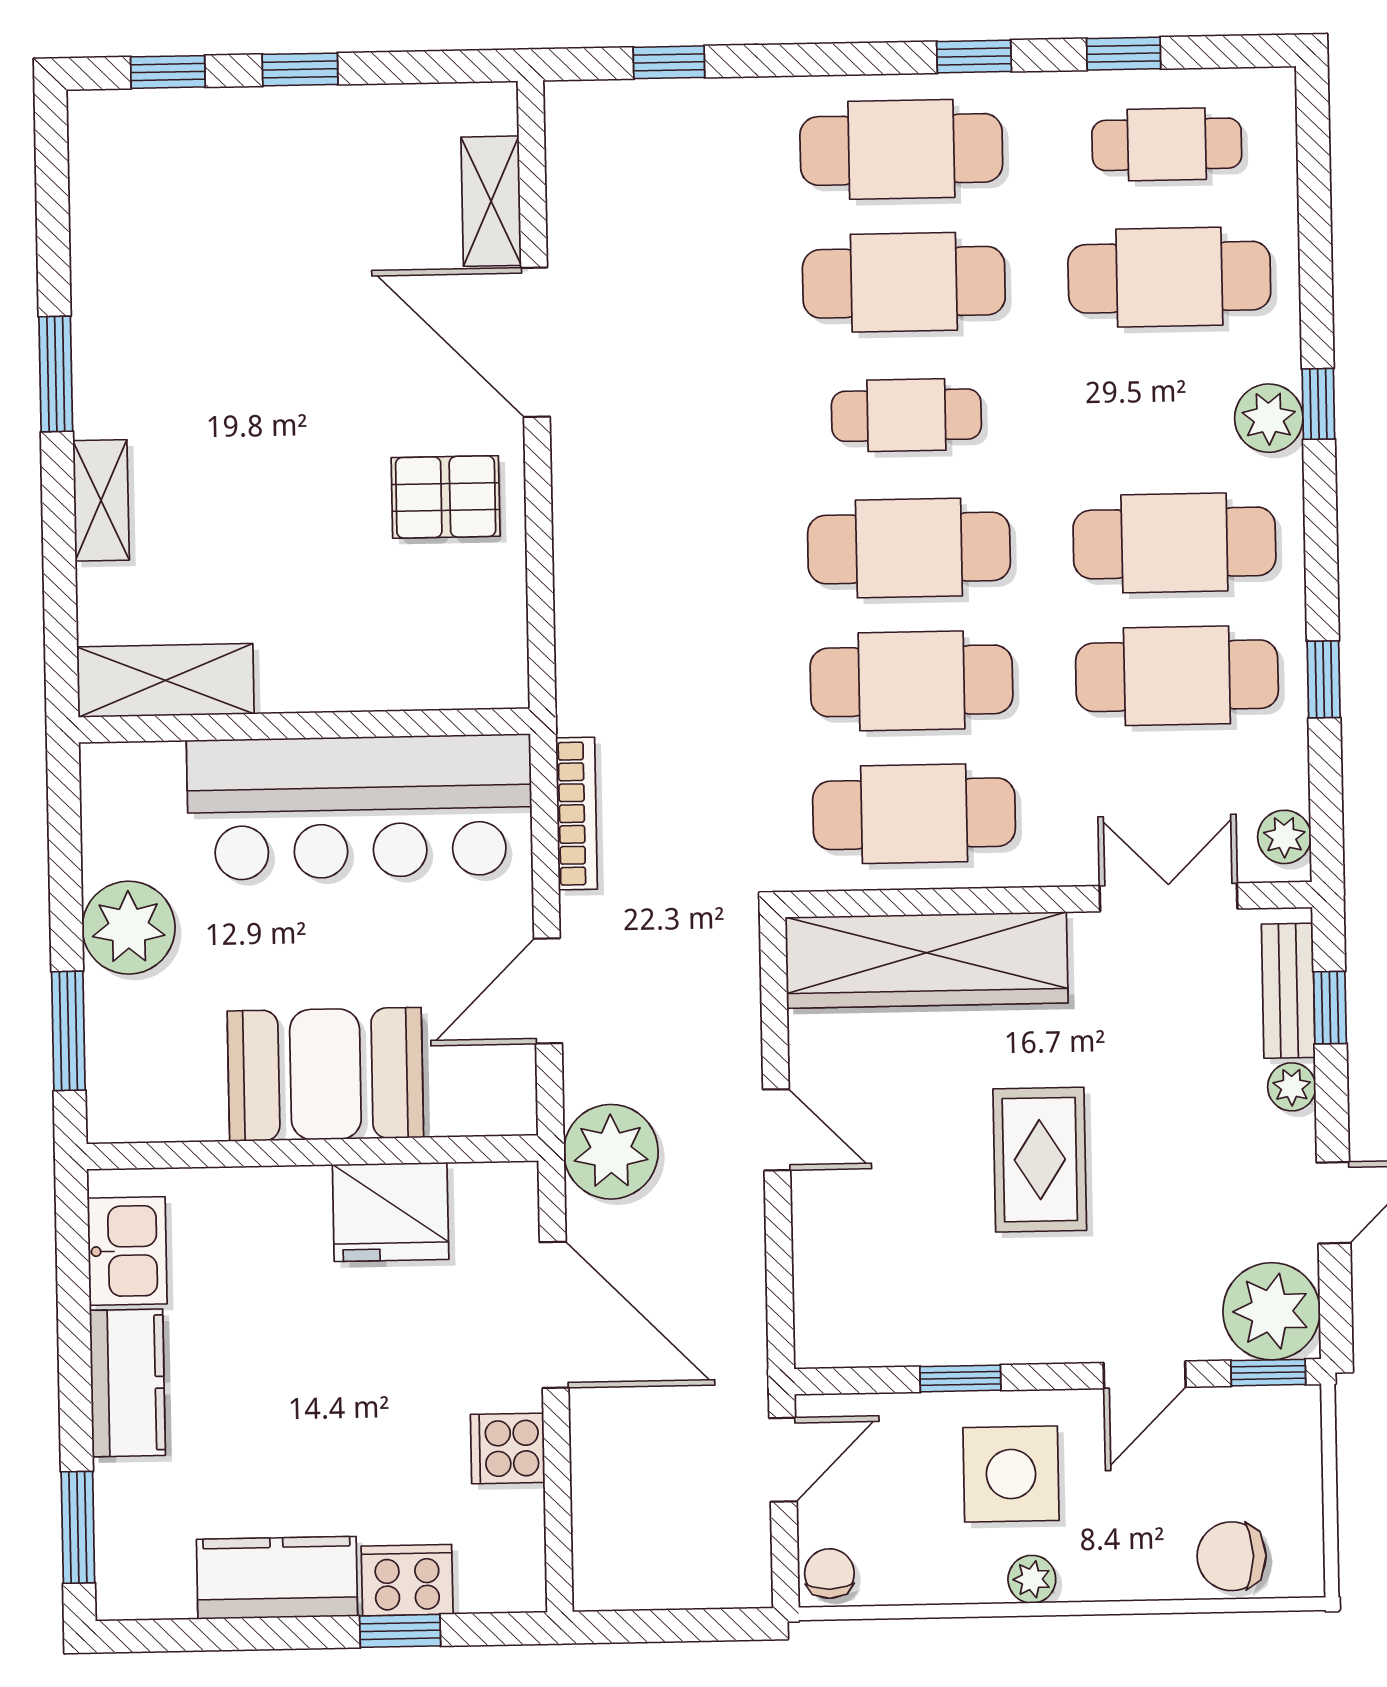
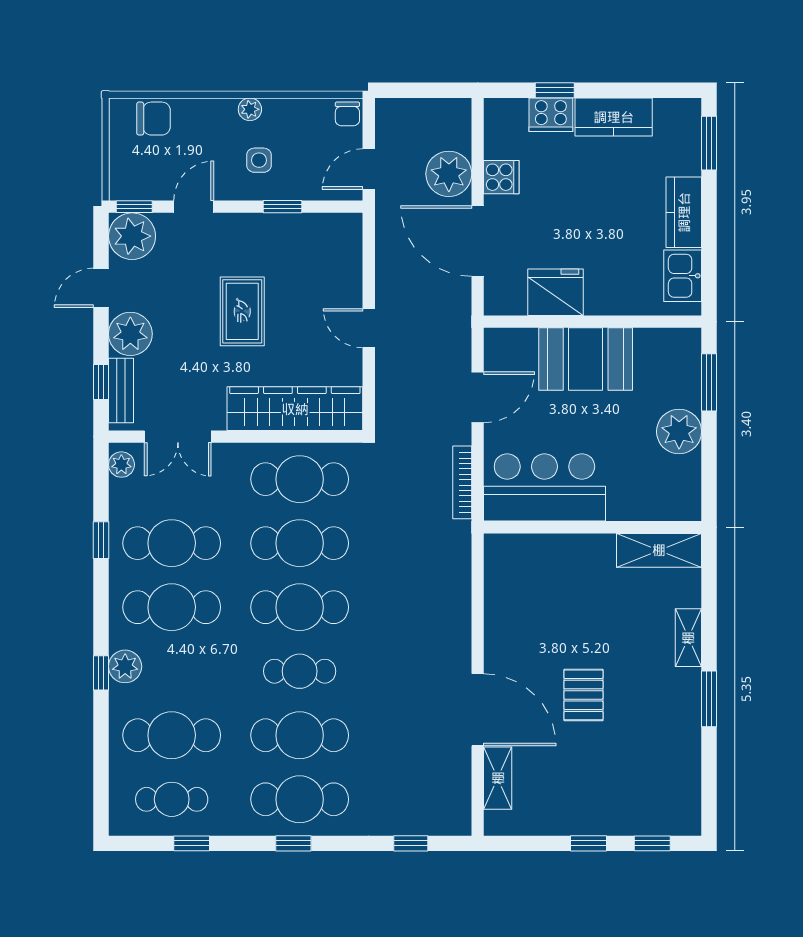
window: (974, 56) -> (293, 843), moved
pallet: (446, 497) -> (583, 695), moved, turned 90
bar counter: (360, 807) -> (544, 487), width x0.73
plant: (1292, 1087) -> (130, 334), width x1.88, depth x1.88
plant: (611, 1152) -> (449, 174), moved
side table: (1011, 1474) -> (259, 160), width x0.54, depth x0.54

